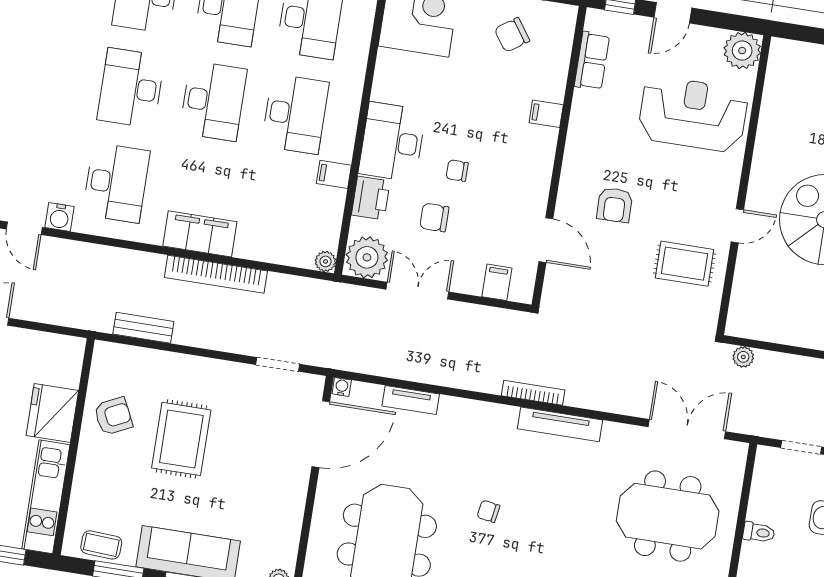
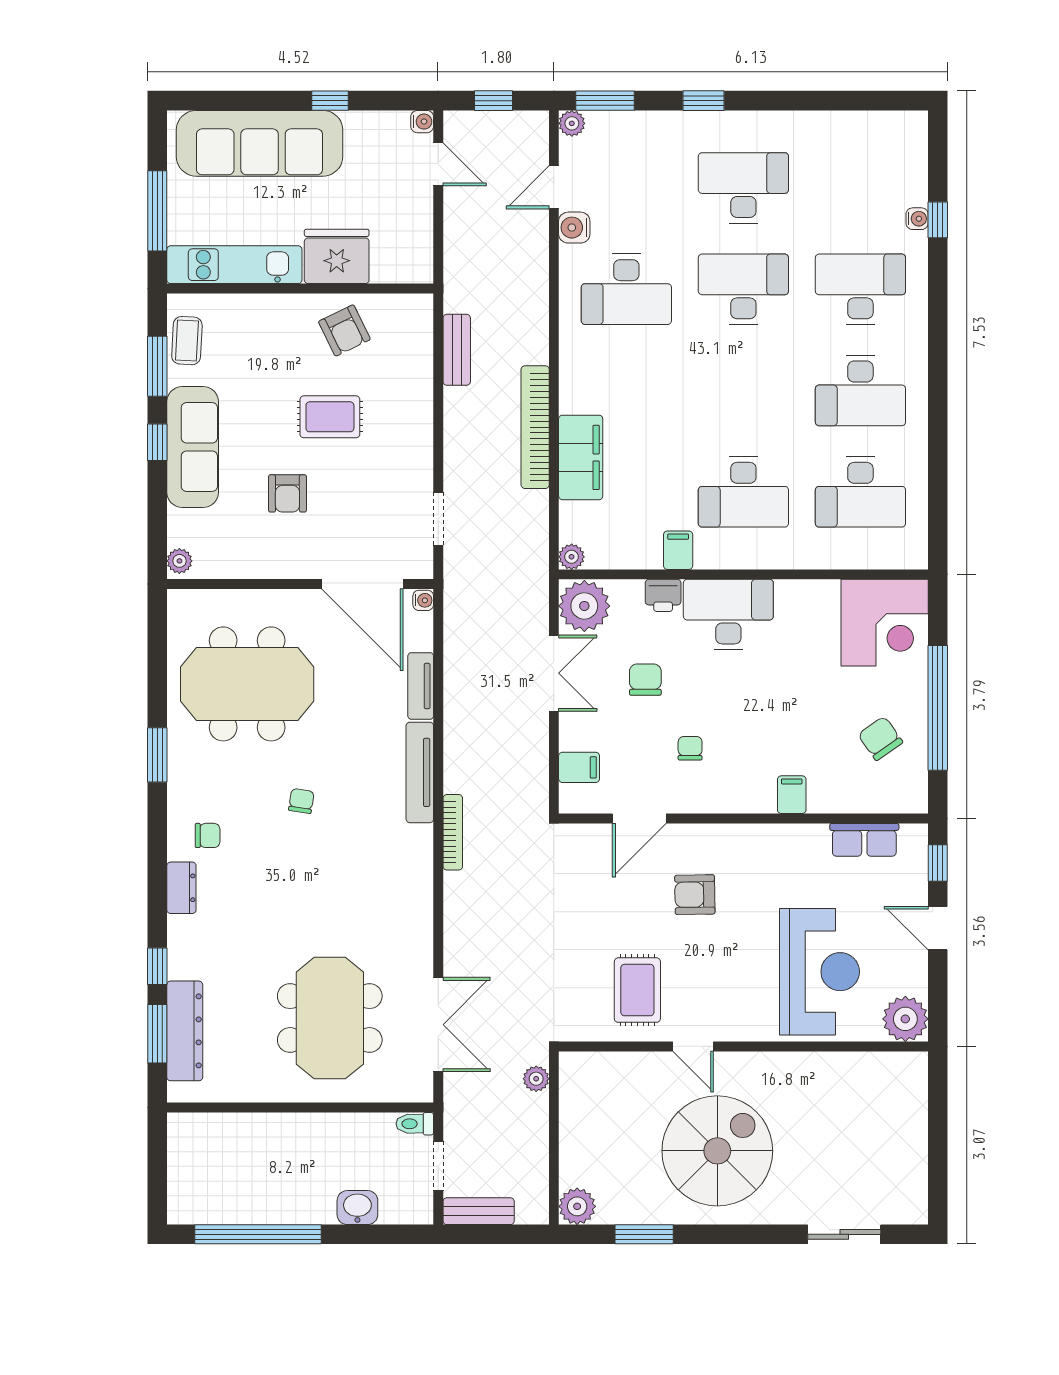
desk: (213, 101) -> (743, 188), moved, turned 180
chair: (457, 171) -> (690, 748), moved
printer: (371, 198) -> (663, 595), width x0.73, depth x0.81
filing cabinet: (200, 234) -> (581, 457), moved
tv unit: (560, 424) -> (420, 772), moved
rug: (181, 439) -> (330, 417), width x0.73, depth x0.70
armchair: (238, 483) -> (287, 493), added
toilet: (759, 532) -> (415, 1124), moved, turned 90

